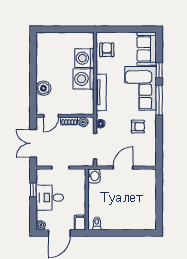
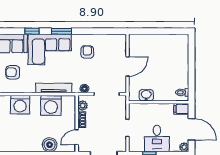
armchair: (107, 50) -> (13, 72), moved
washing machine: (84, 79) -> (51, 105), moved
window: (159, 100) -> (61, 31), width x0.69
door: (51, 116) -> (77, 137), swing flipped
door: (123, 168) -> (127, 67), swing flipped
washbasin: (94, 176) -> (146, 95), moved

